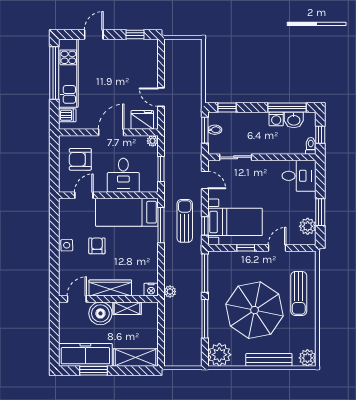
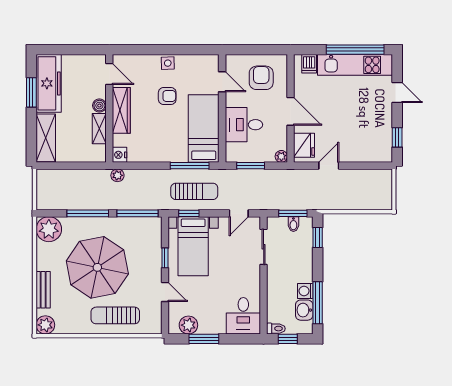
boiler: (100, 313) -> (99, 106), width x0.54, depth x0.54
bench: (269, 360) -> (43, 290), width x0.73

